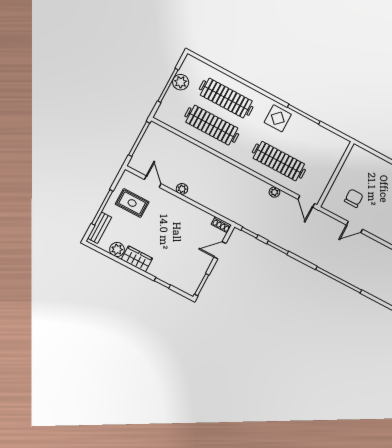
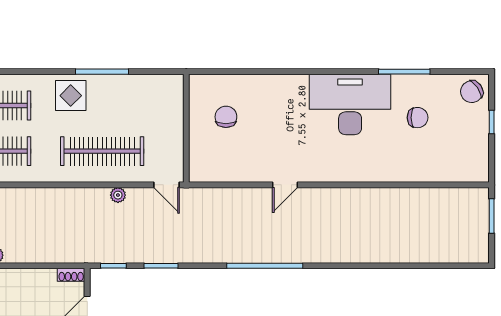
chair: (354, 198) -> (226, 117), moved
door: (355, 227) -> (285, 185), moved

